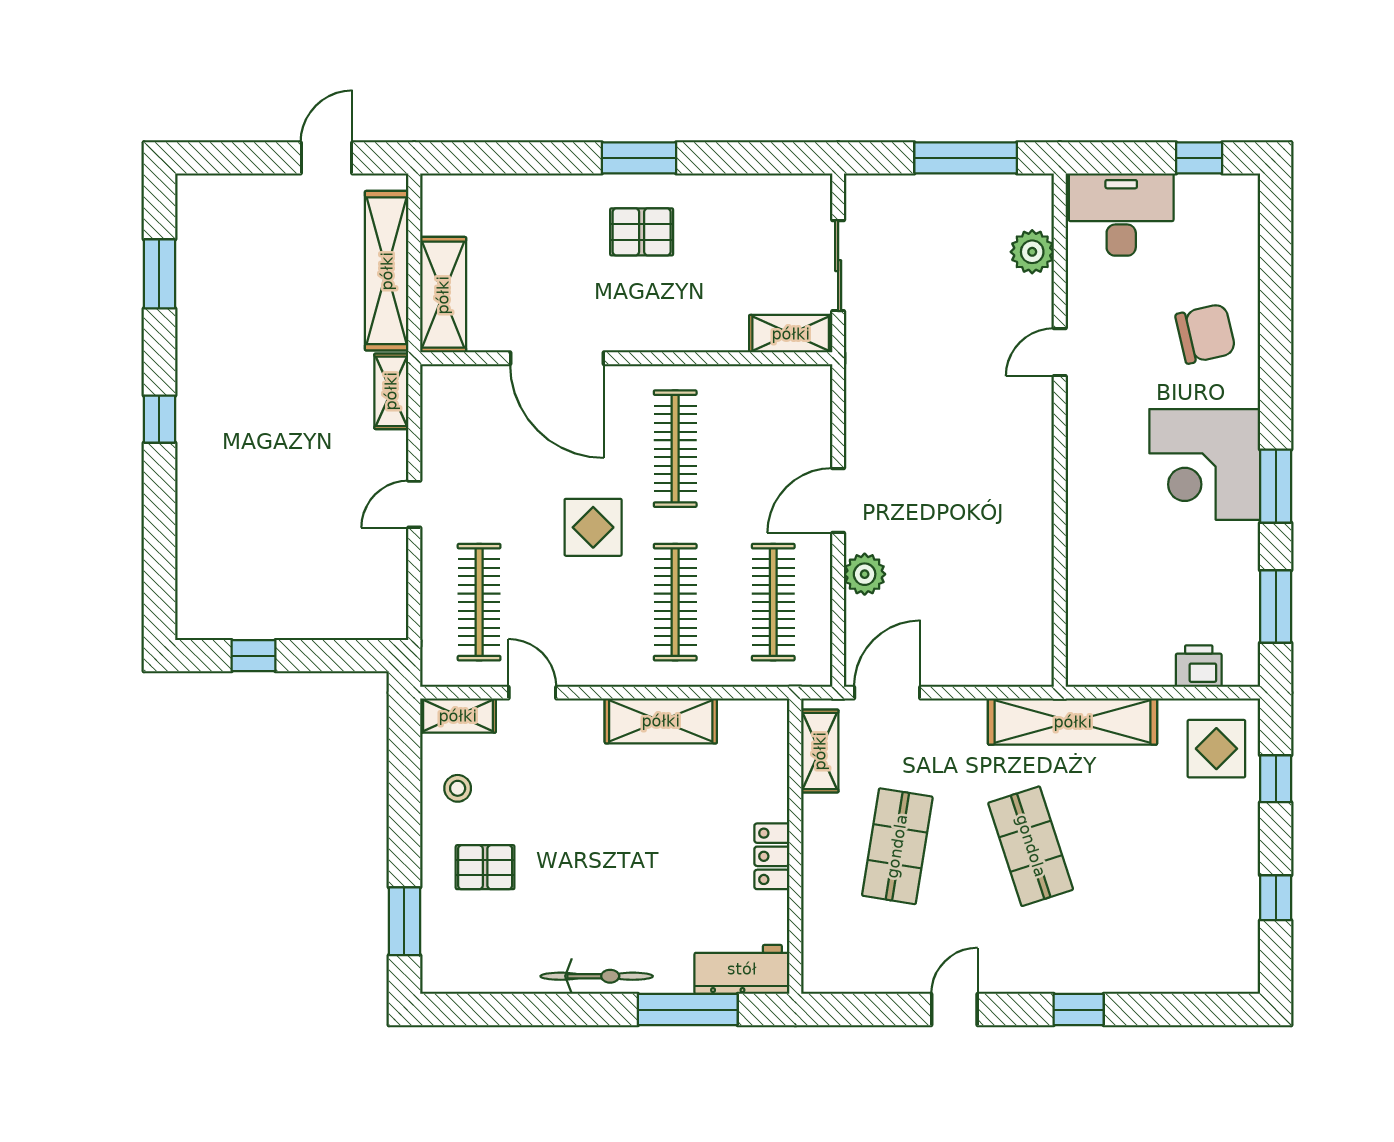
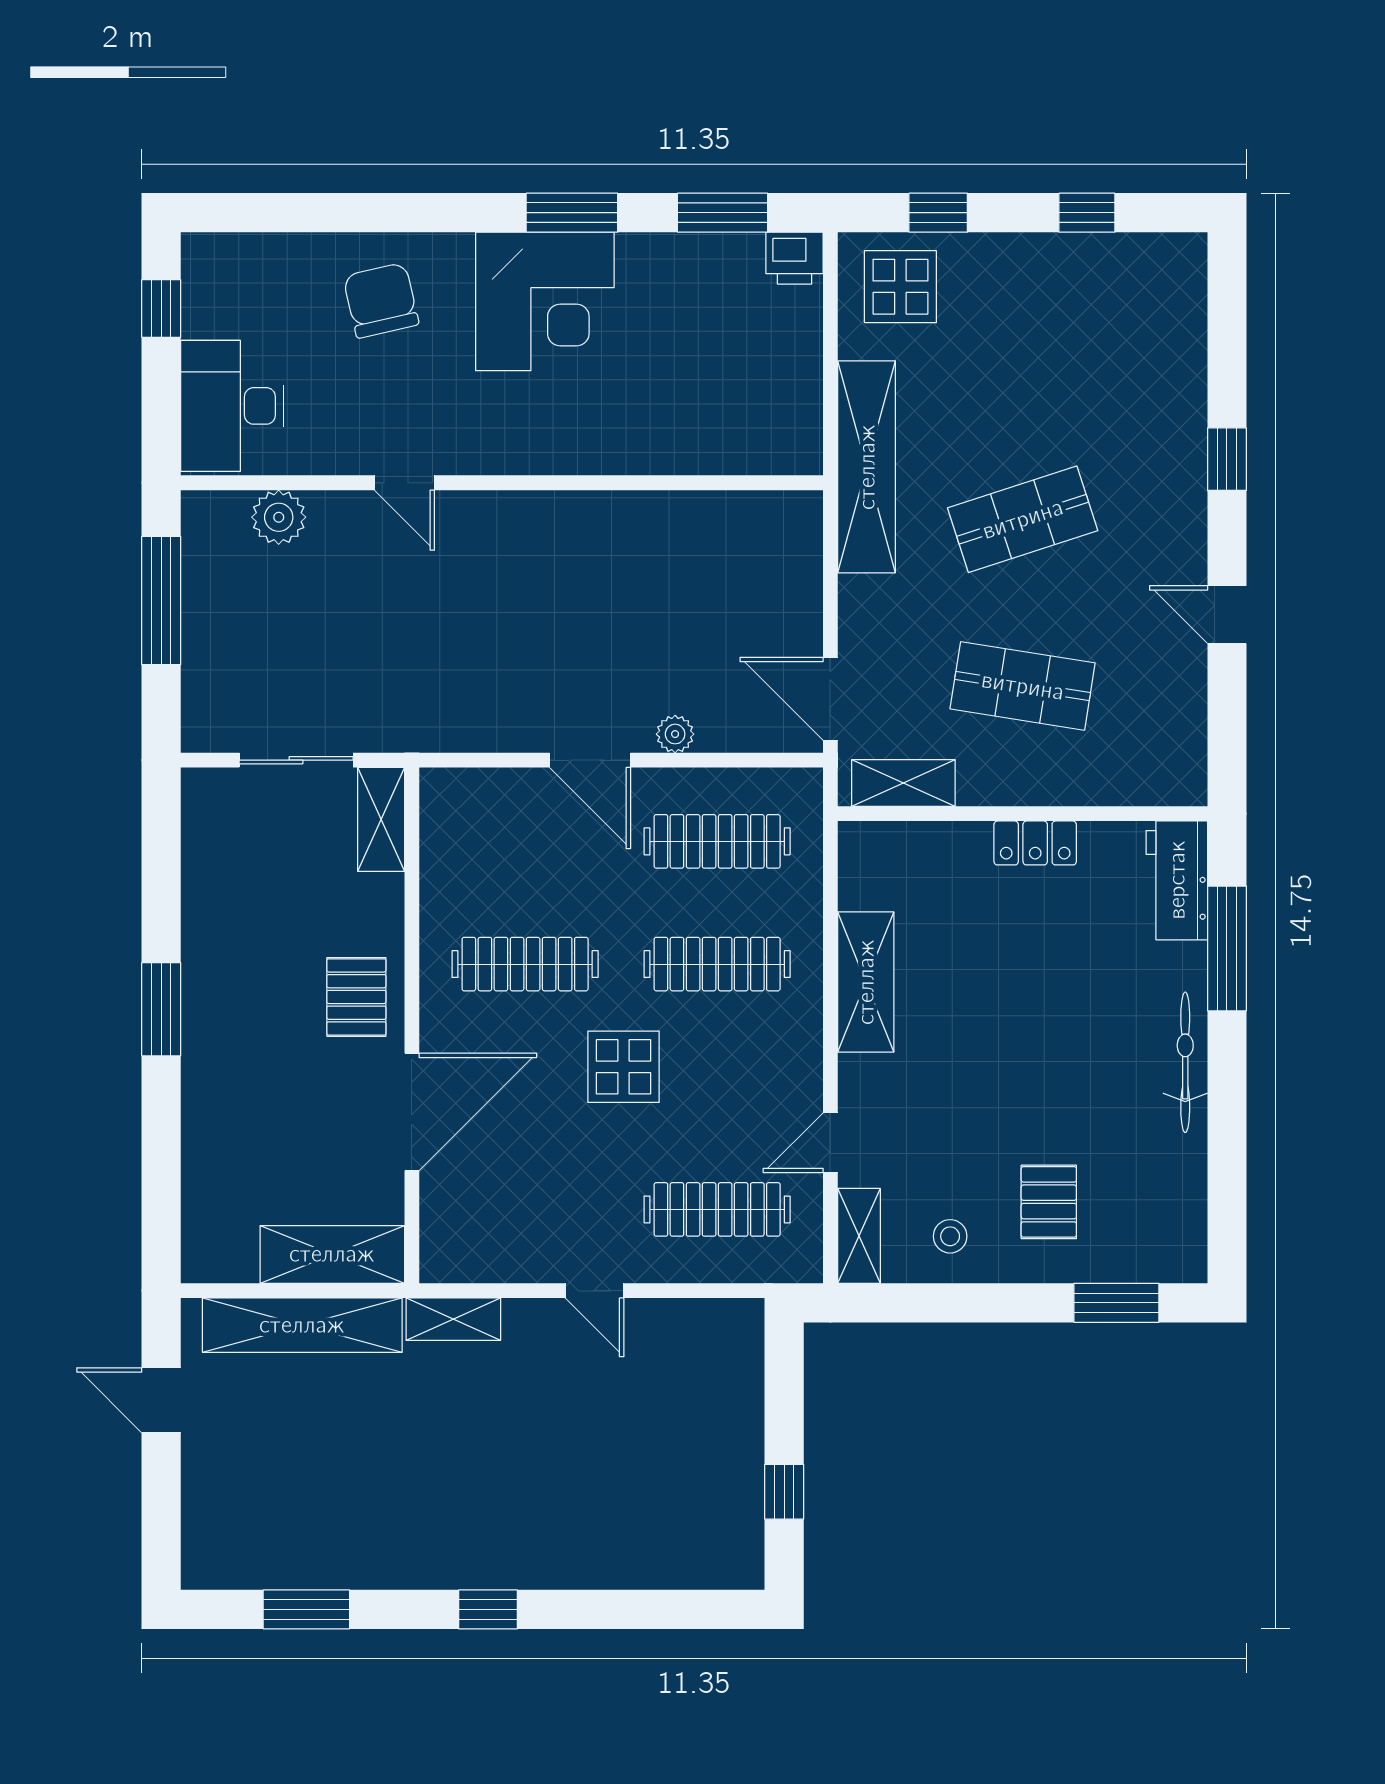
pallet: (642, 232) -> (356, 997), moved
plant: (865, 574) -> (675, 734), width x0.73, depth x0.73
printer: (1199, 666) -> (794, 258), moved, turned -90

